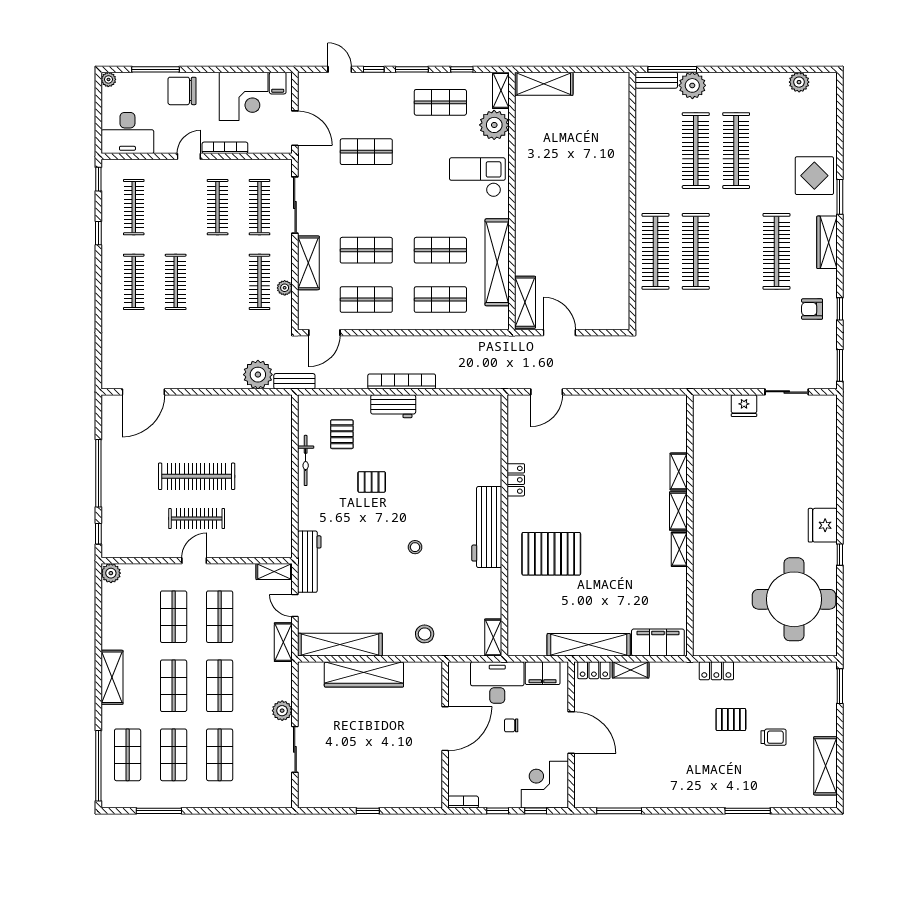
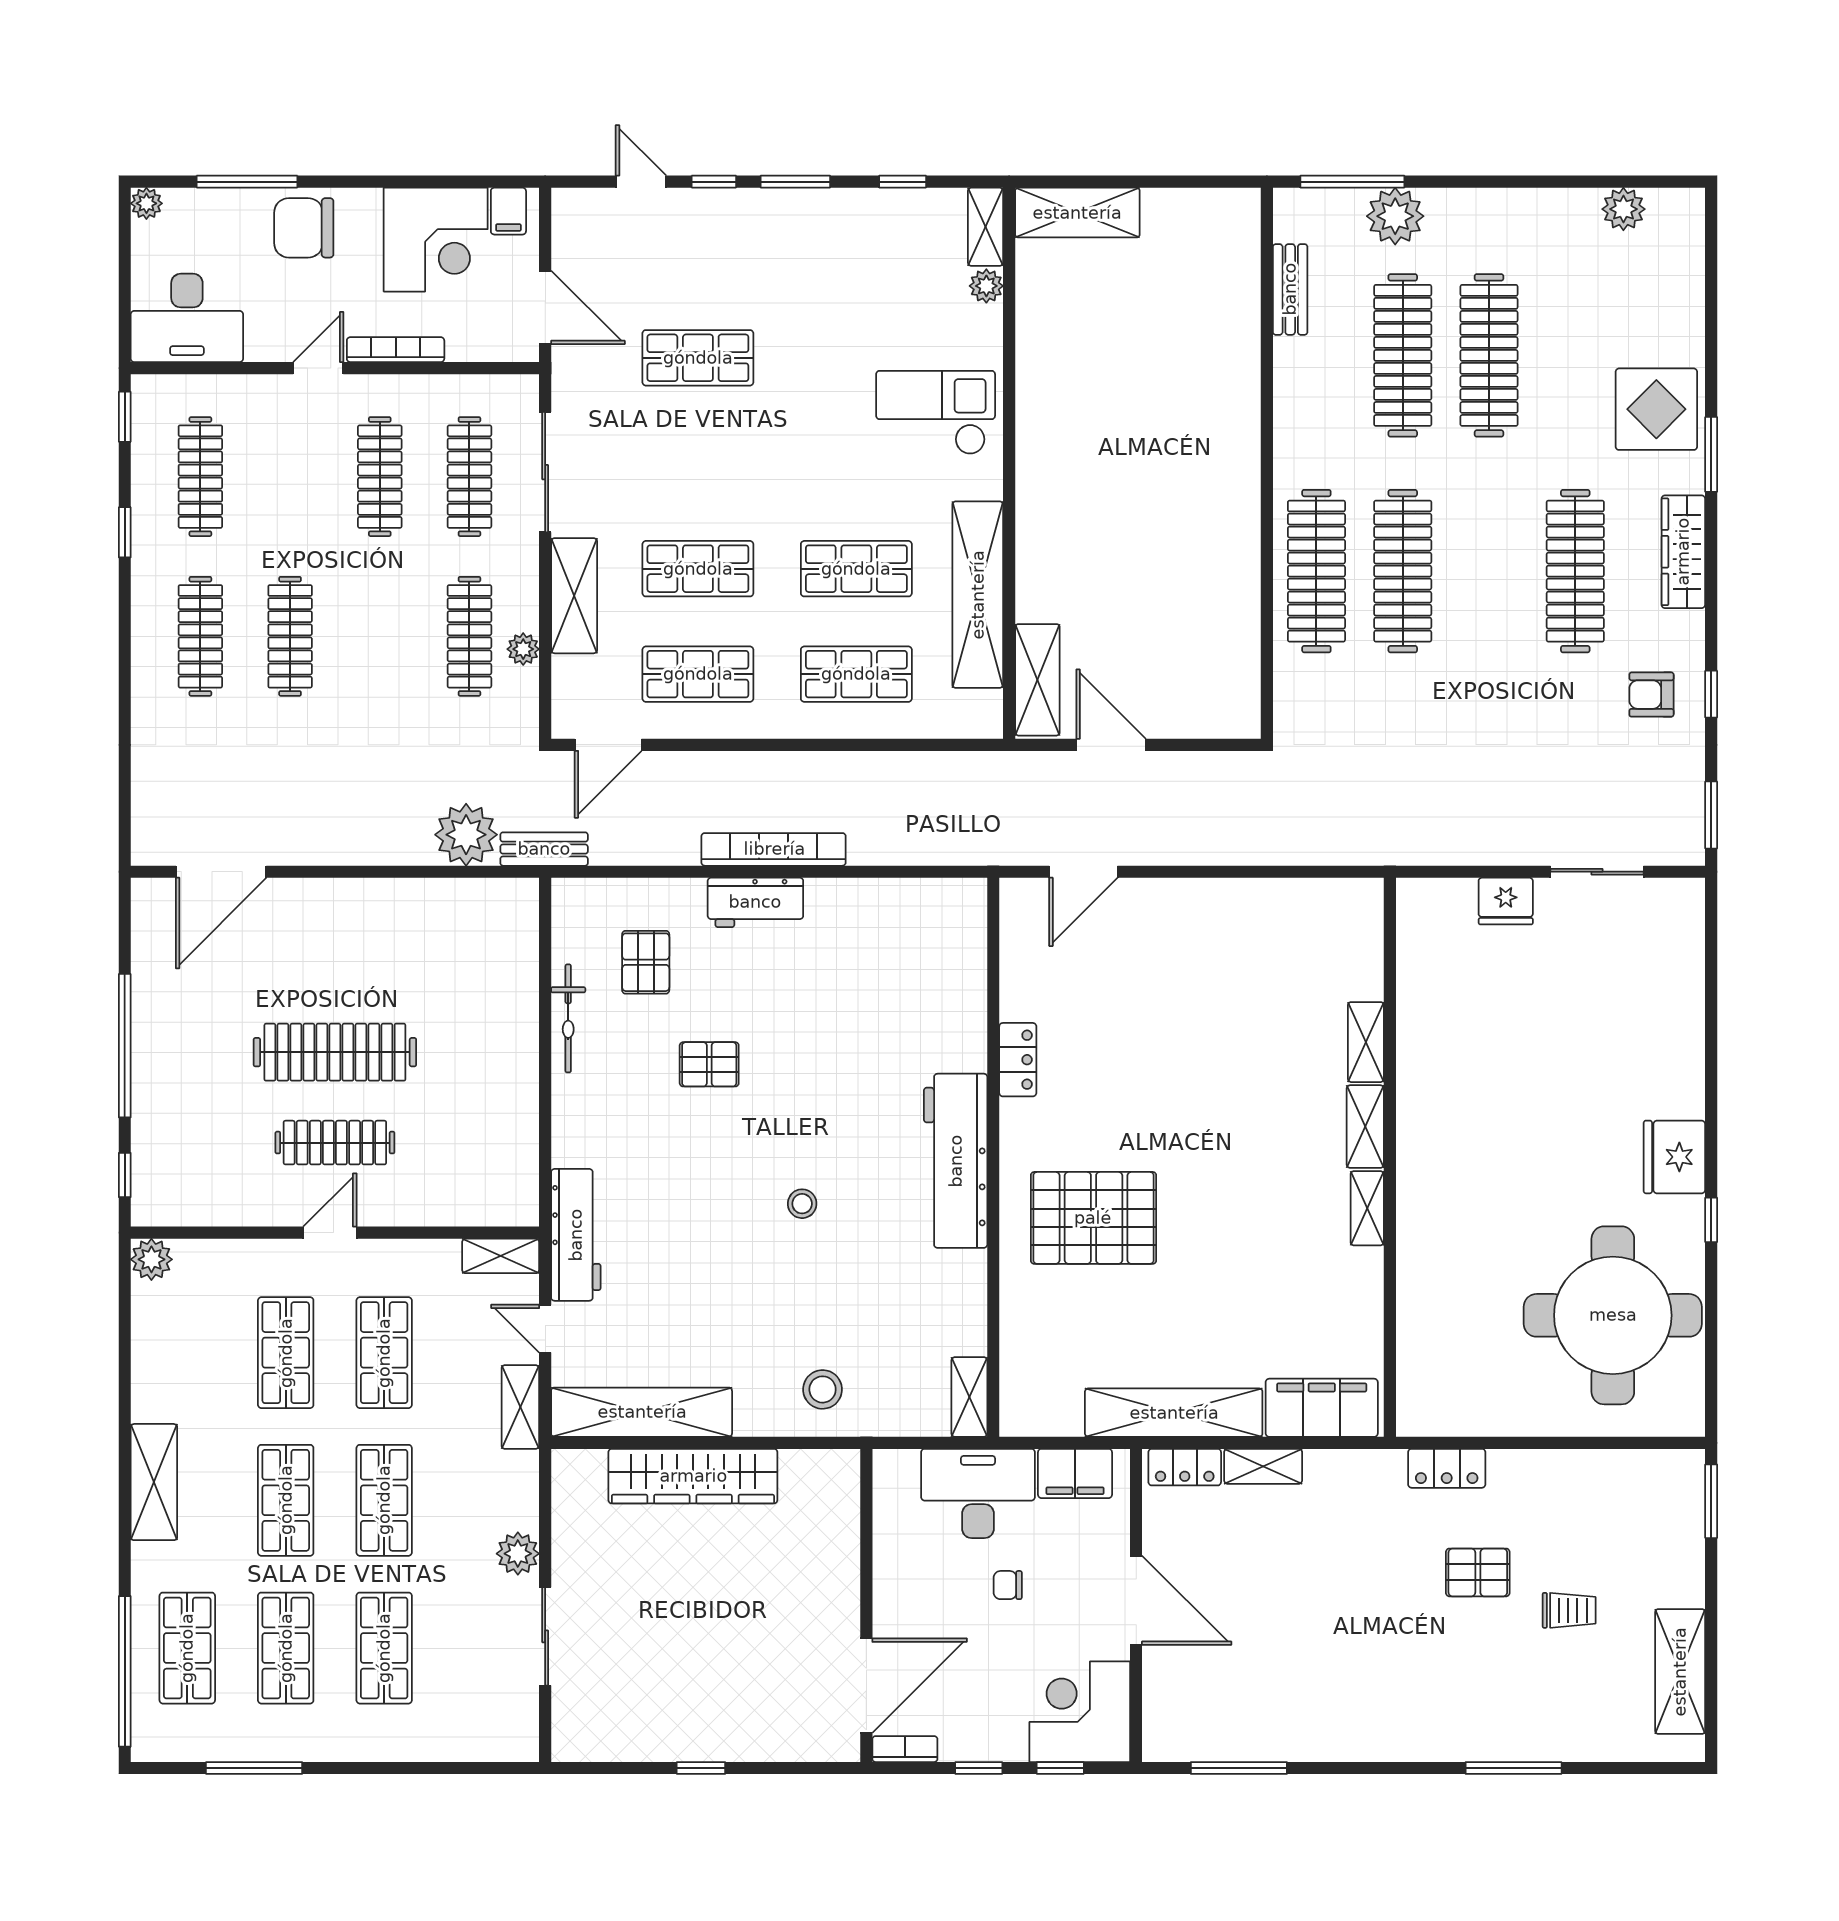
bench: (656, 80) -> (1290, 289), moved, turned 90
shop shelf: (440, 102) -> (856, 252), removed
plant: (494, 125) -> (986, 286), width x0.53, depth x0.53
door: (445, 729) -> (866, 1686), moved

